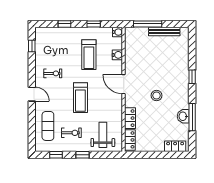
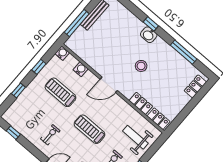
treadmill: (89, 55) -> (60, 92), turned 180
treadmill: (80, 98) -> (89, 129), turned 180
washbasin: (183, 116) -> (149, 35), moved

